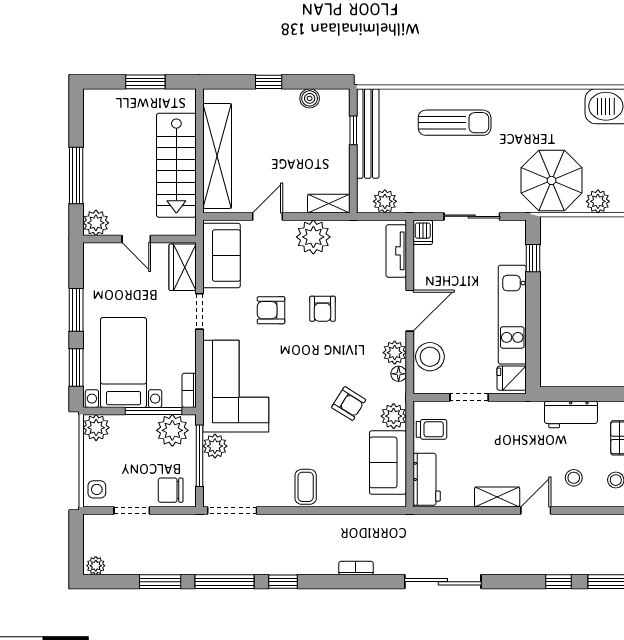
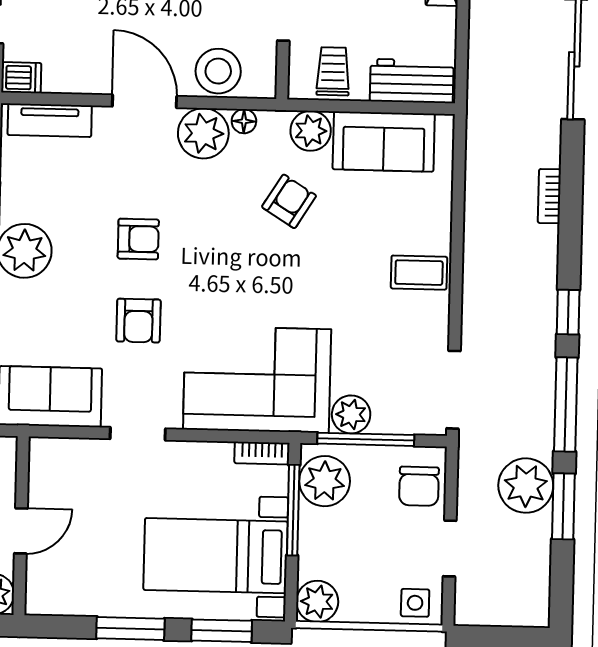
wardrobe: (183, 267) -> (67, 459), removed
plant: (395, 353) -> (203, 133), width x1.36, depth x1.36
plant: (96, 566) -> (526, 486), moved, width x1.88, depth x1.88

